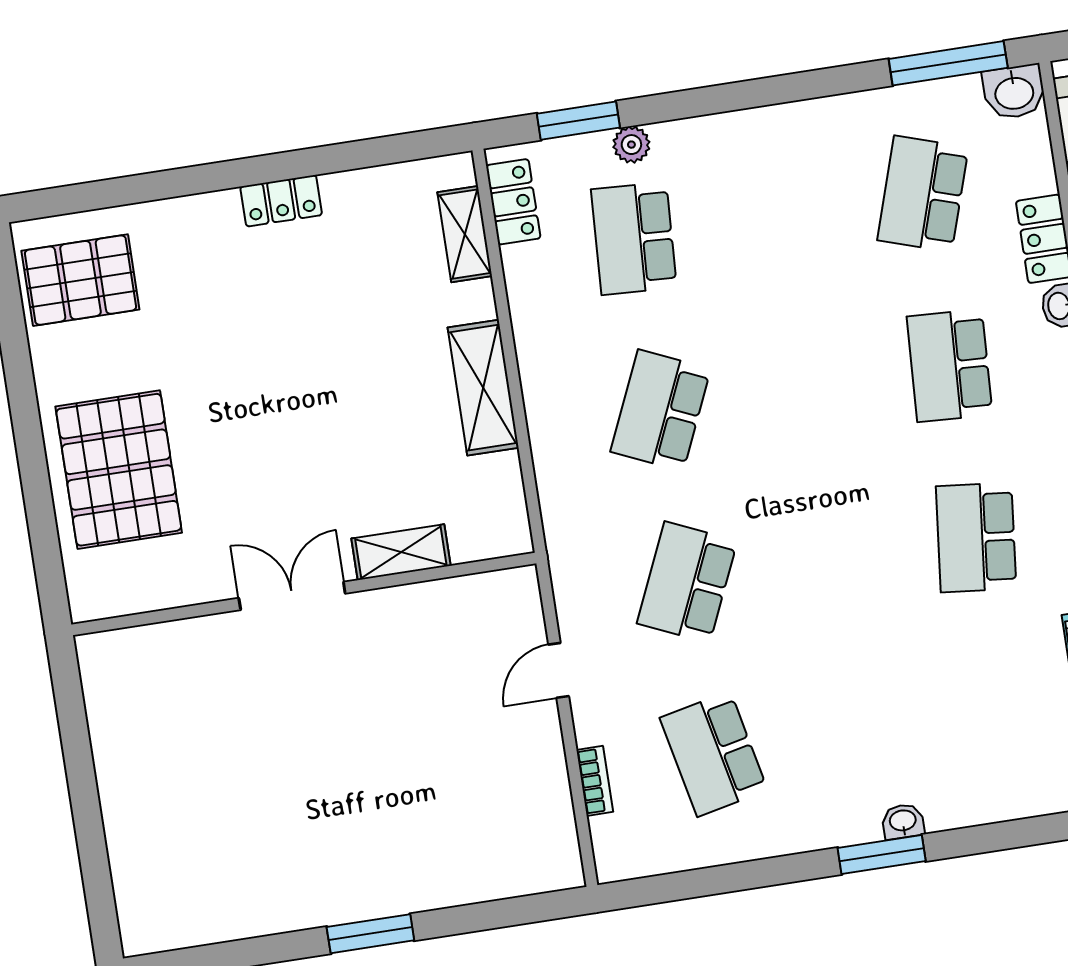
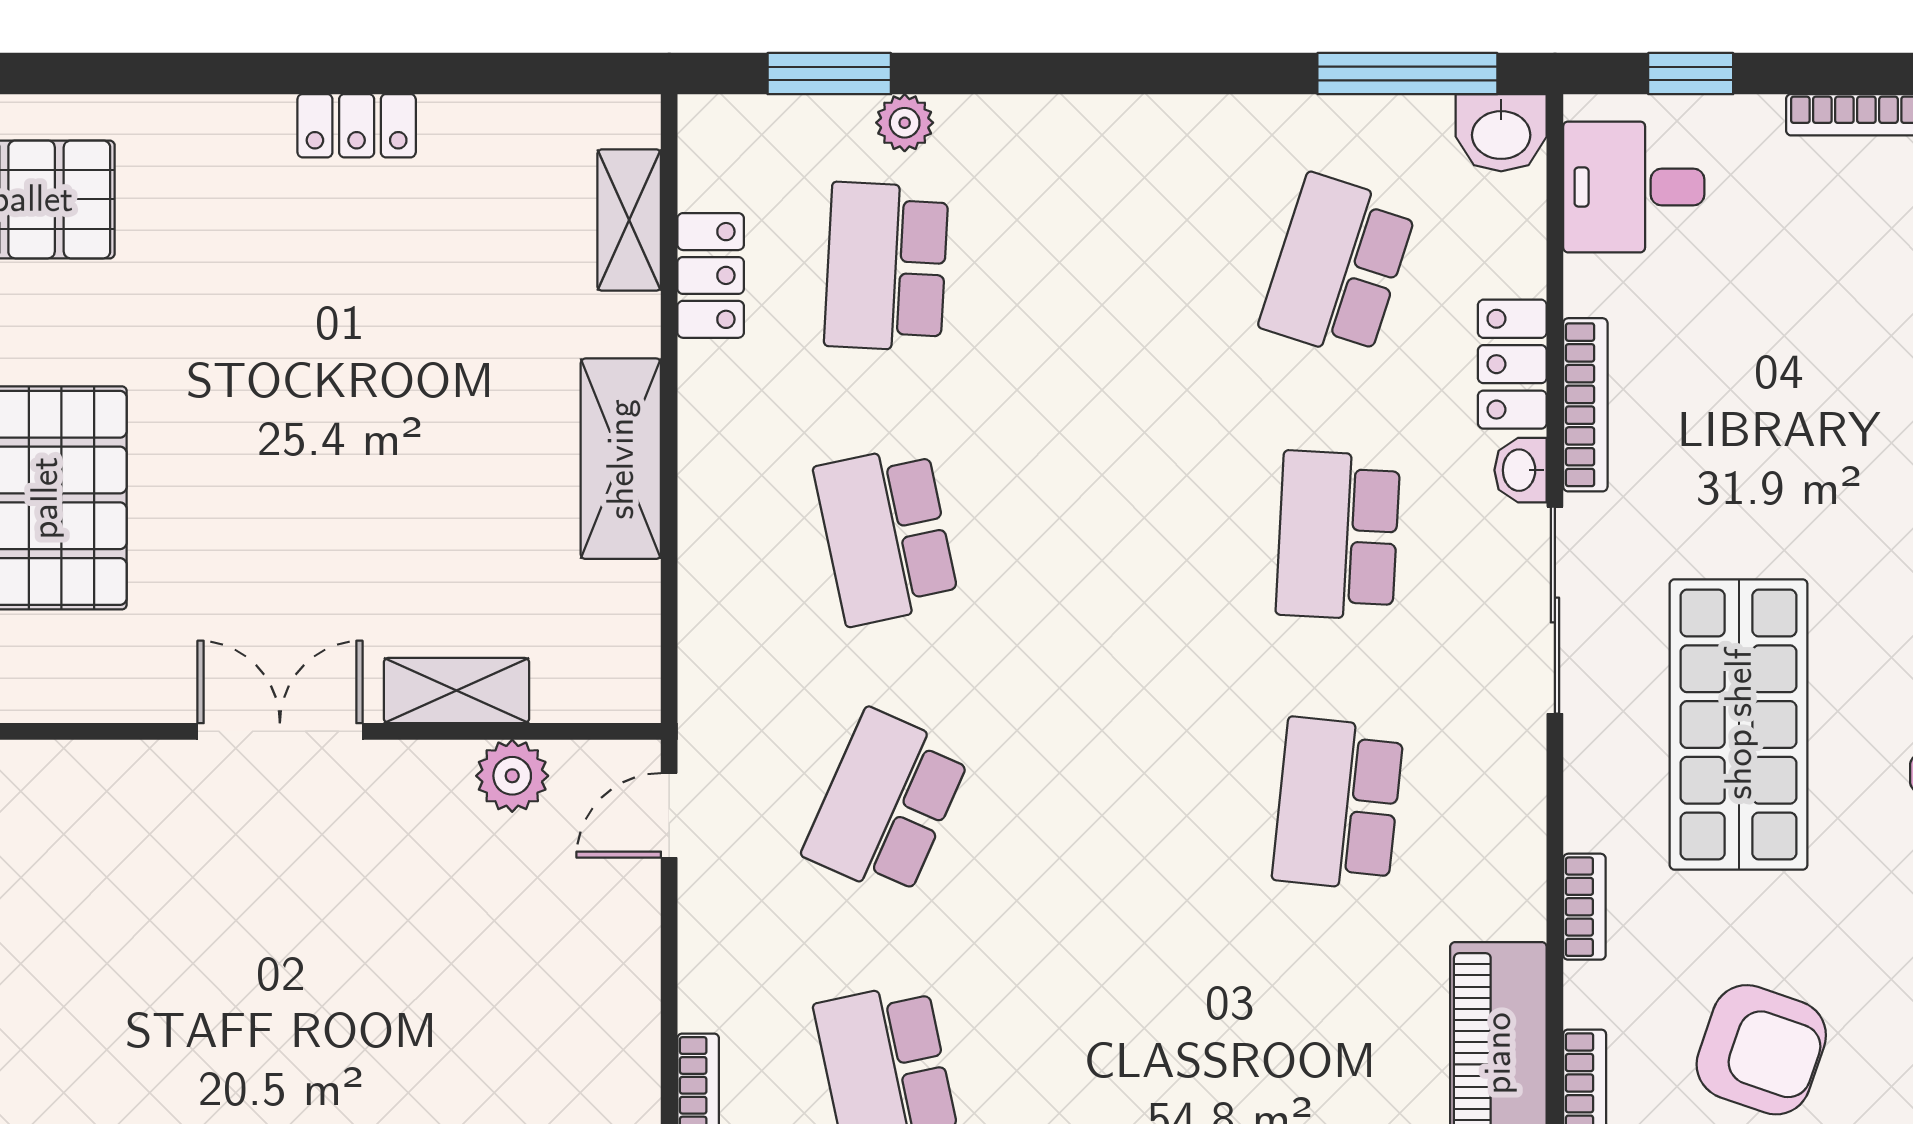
locker: (513, 202) -> (711, 275), moved
school desk: (661, 410) -> (886, 535), turned -36
plant: (445, 601) -> (512, 776), added
door: (559, 670) -> (669, 815), moved

